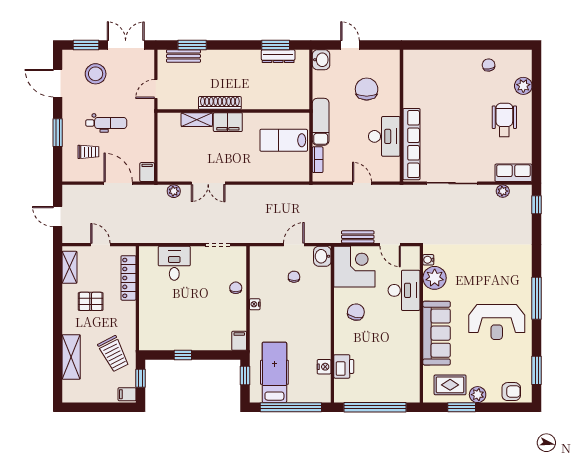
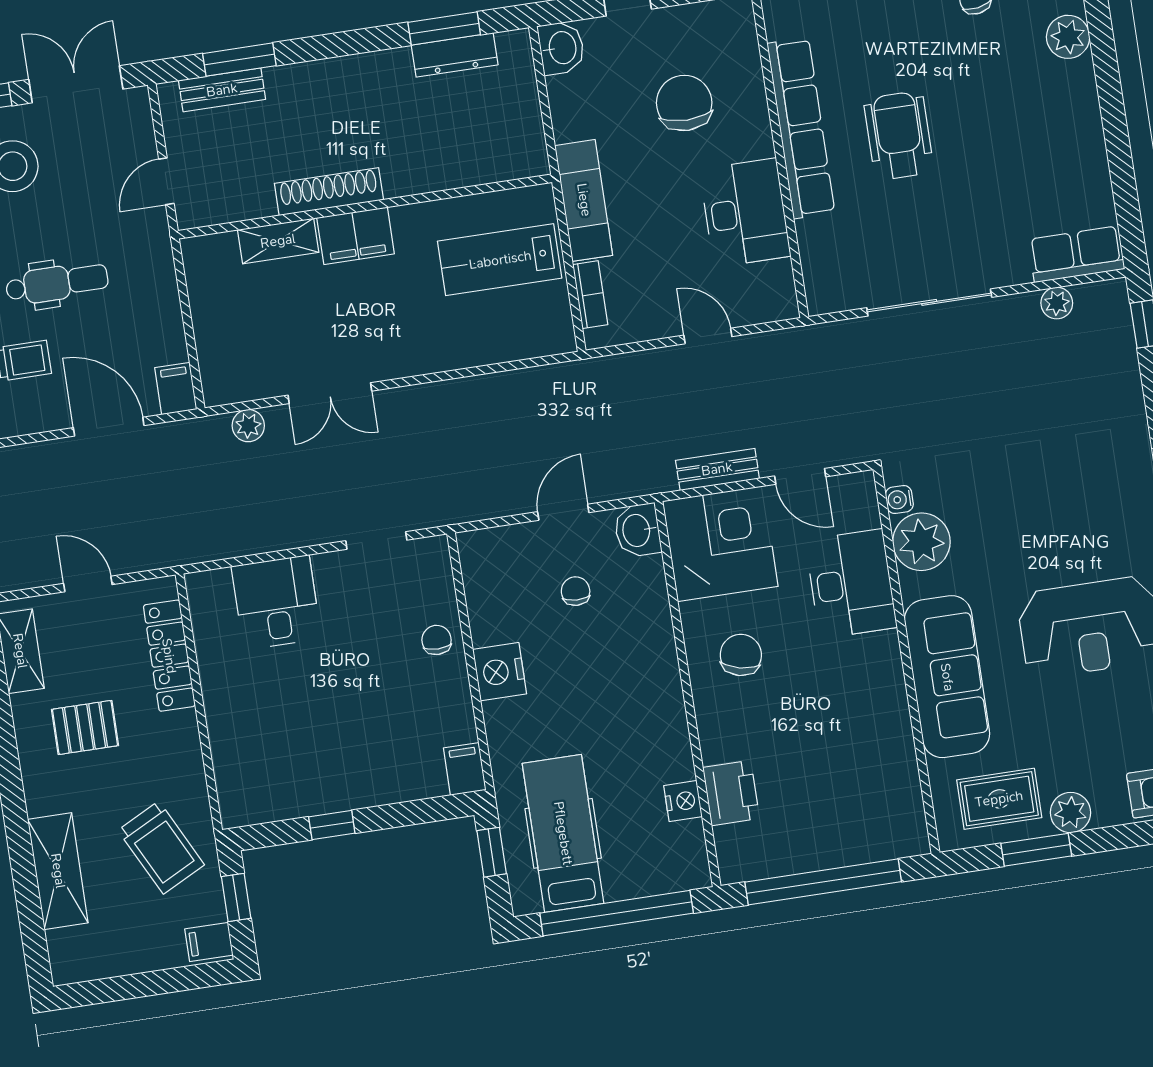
wheelchair: (504, 120) -> (899, 136), moved
row of seats: (411, 144) -> (801, 128), moved
nightstand: (255, 304) -> (500, 672), width x1.89, depth x1.79

